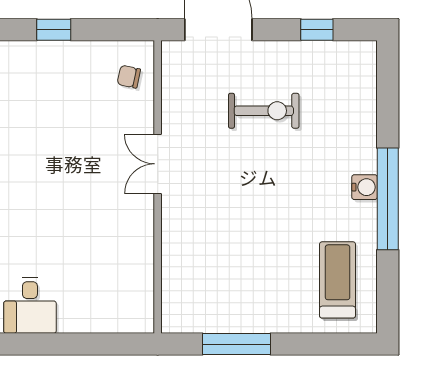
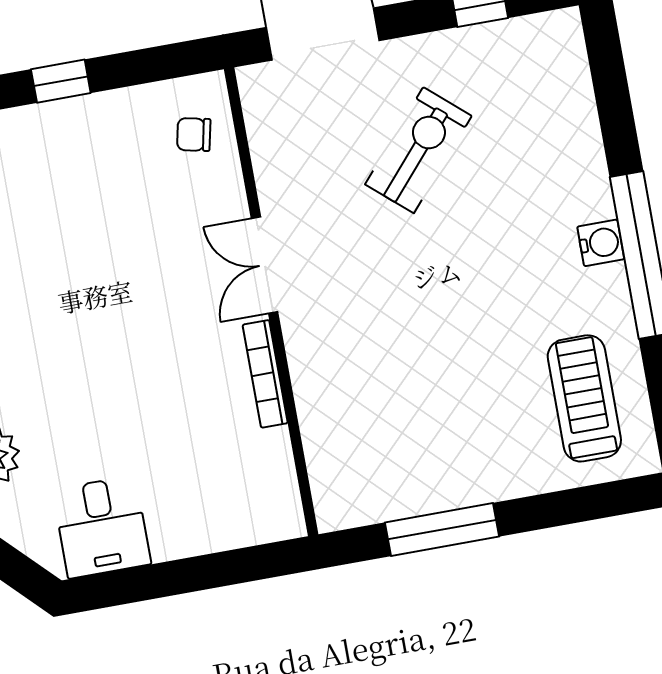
exercise bike: (264, 111) -> (418, 150), turned -49
bookcase: (146, 230) -> (265, 374), added

